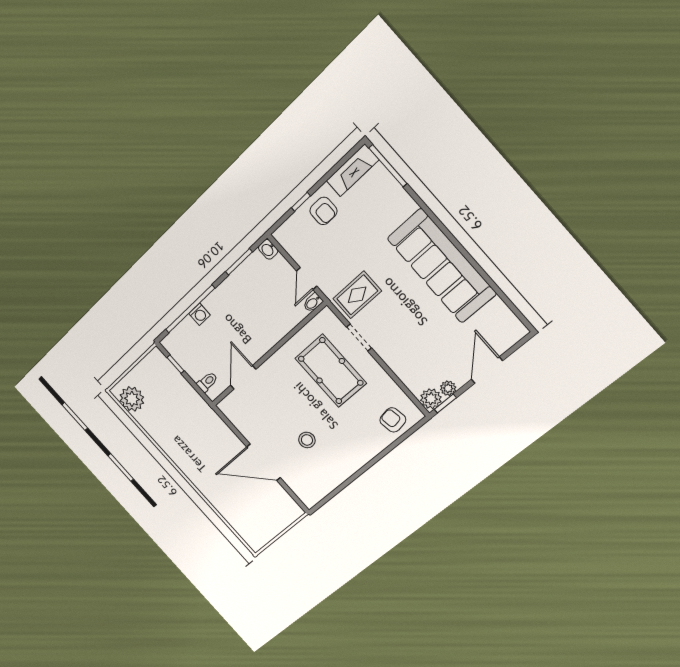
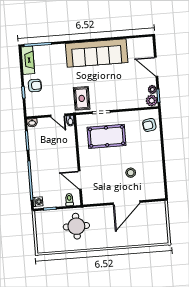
washing machine: (199, 314) -> (38, 202), moved
plant: (132, 399) -> (50, 245), removed
round table: (182, 417) -> (76, 226), added

